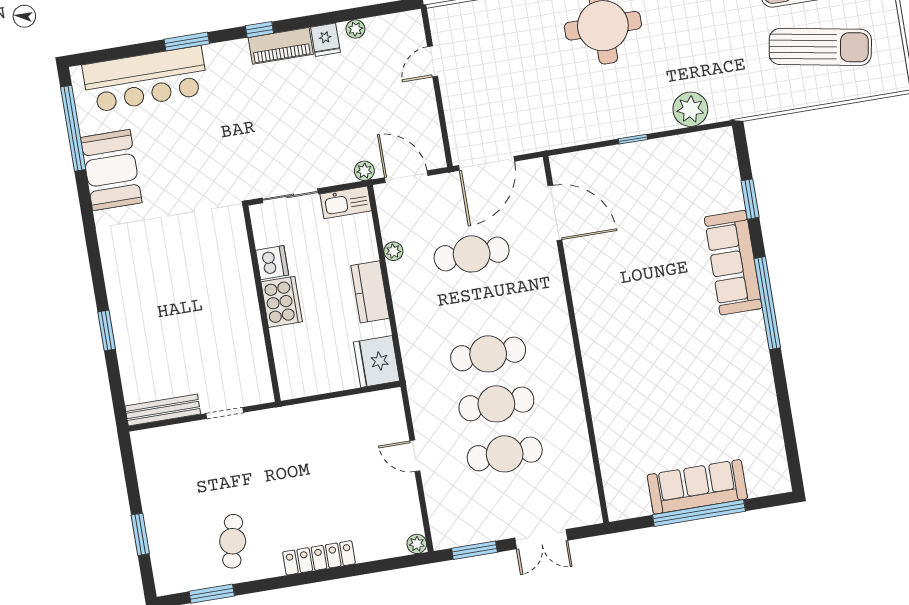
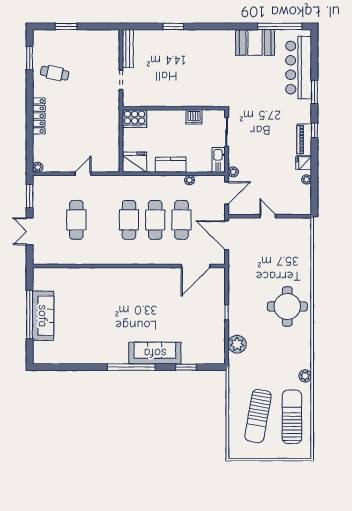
door: (433, 61) -> (268, 216), moved
cooker: (282, 302) -> (135, 119), moved
cafe table: (496, 404) -> (155, 220), moved

